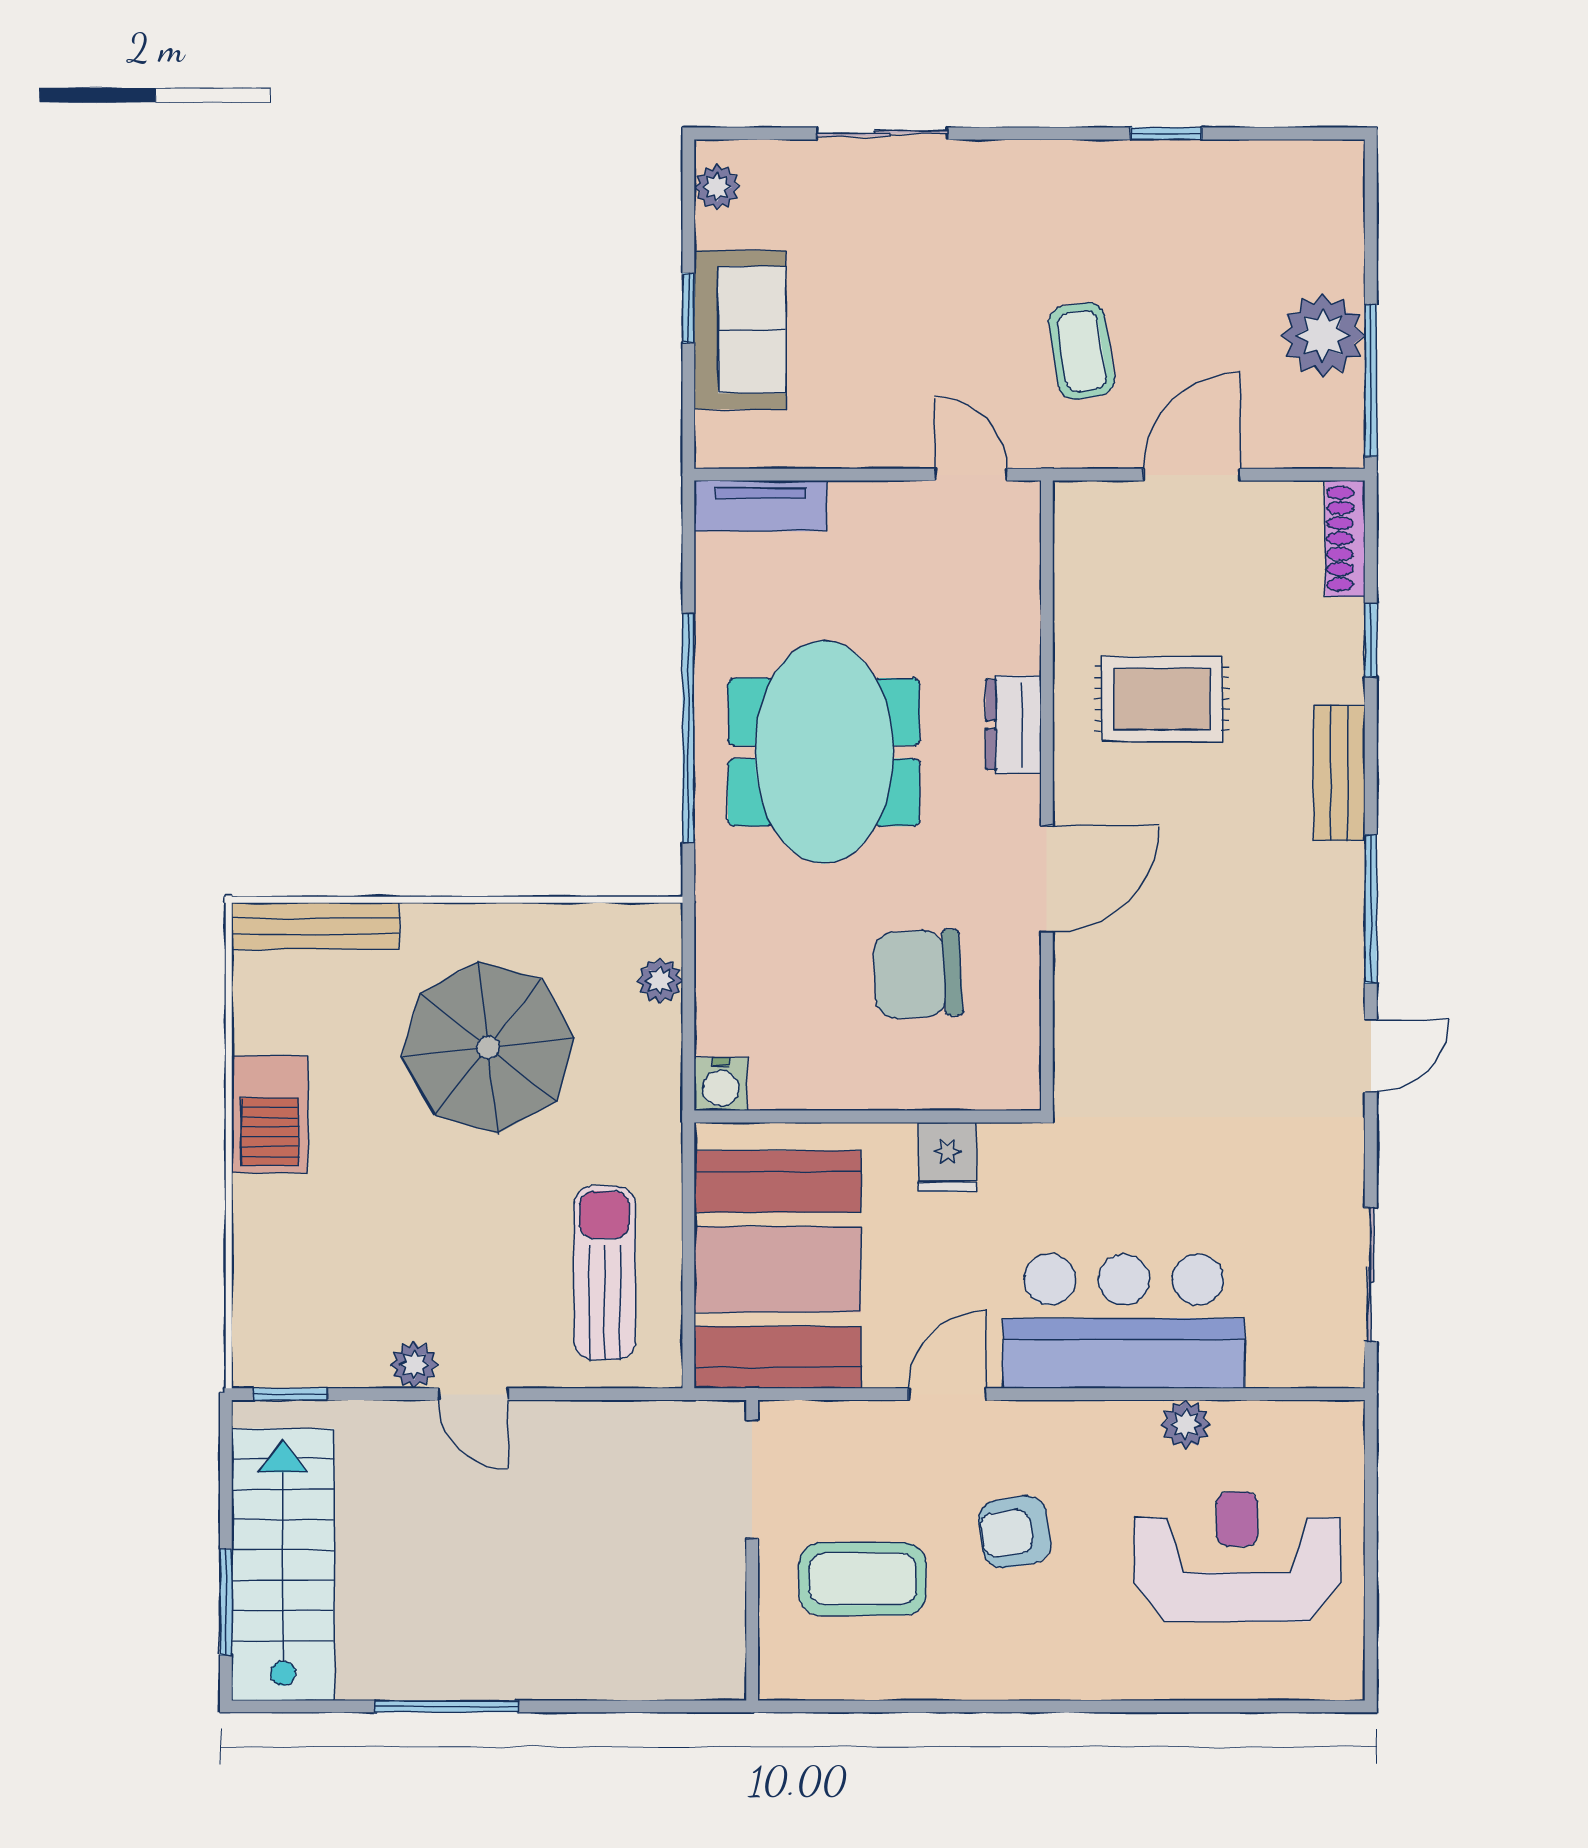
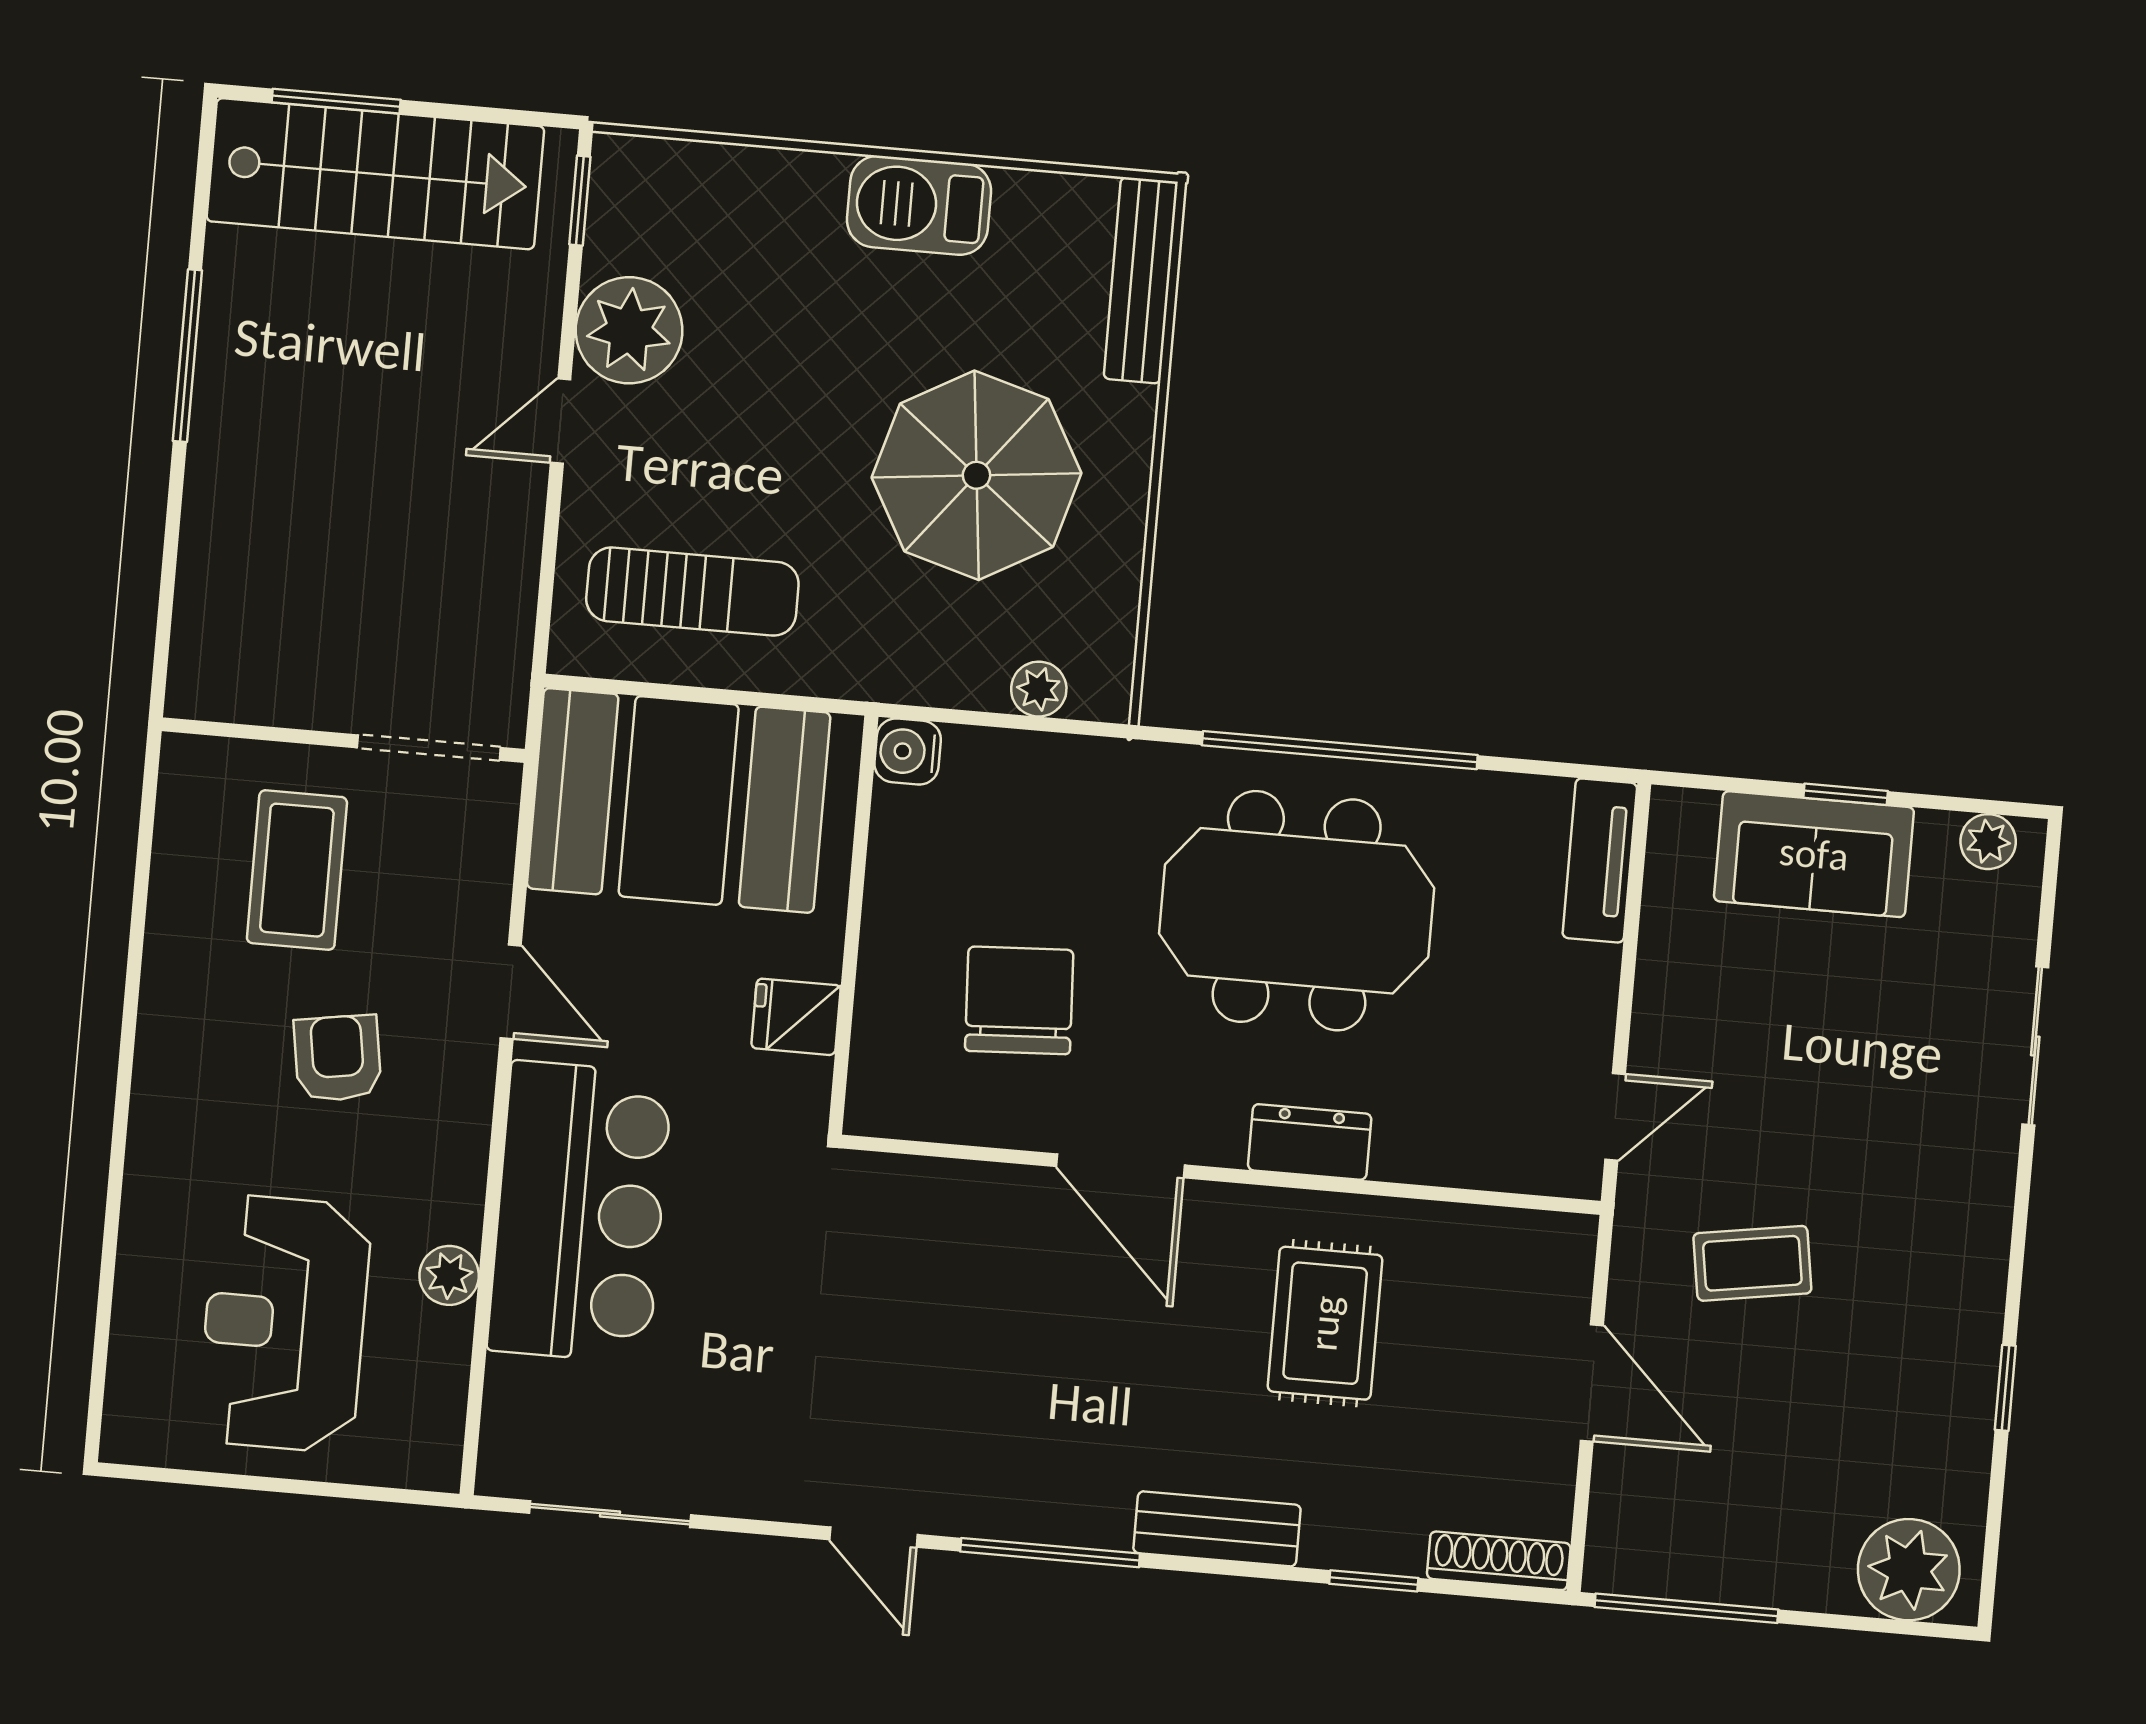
plant: (1323, 335) -> (1909, 1570), moved
plant: (414, 1365) -> (629, 330), width x1.87, depth x1.87
reception desk: (1237, 1557) -> (284, 1324), turned 180

